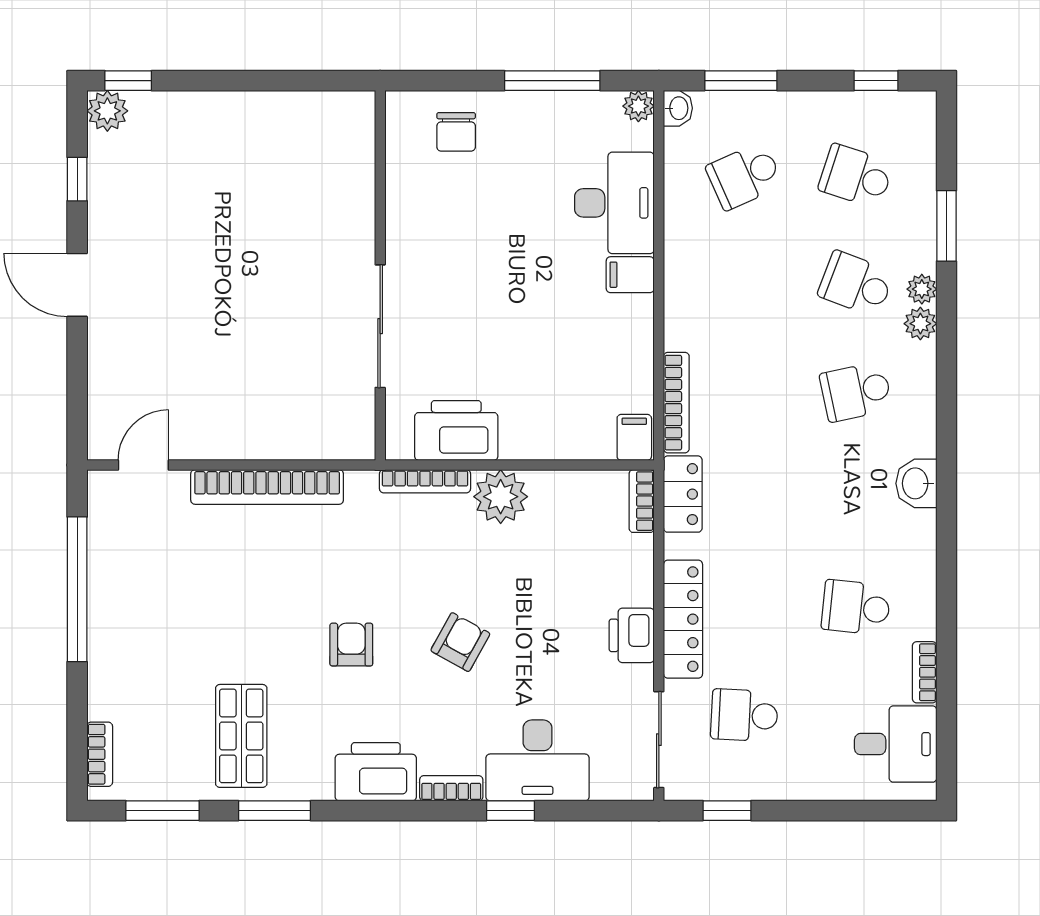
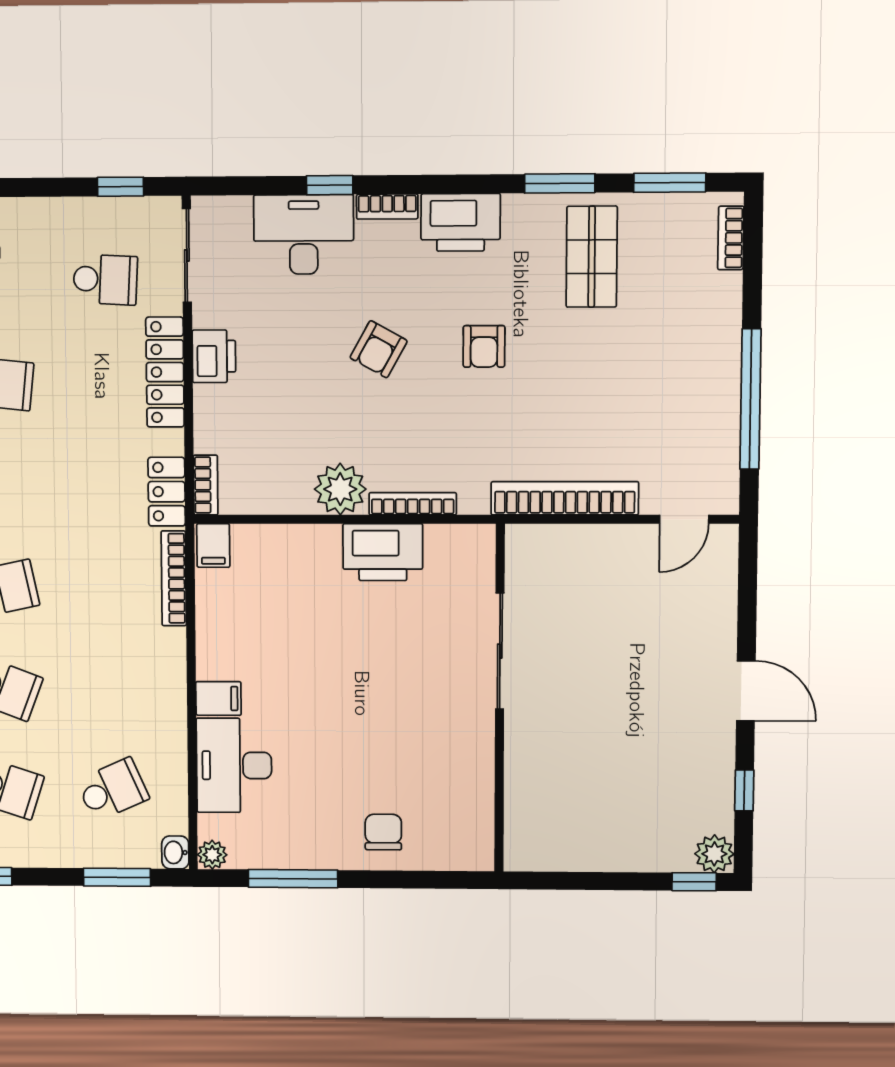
wall: (380, 275) -> (500, 699), moved
sliding door: (380, 326) -> (500, 651), moved

